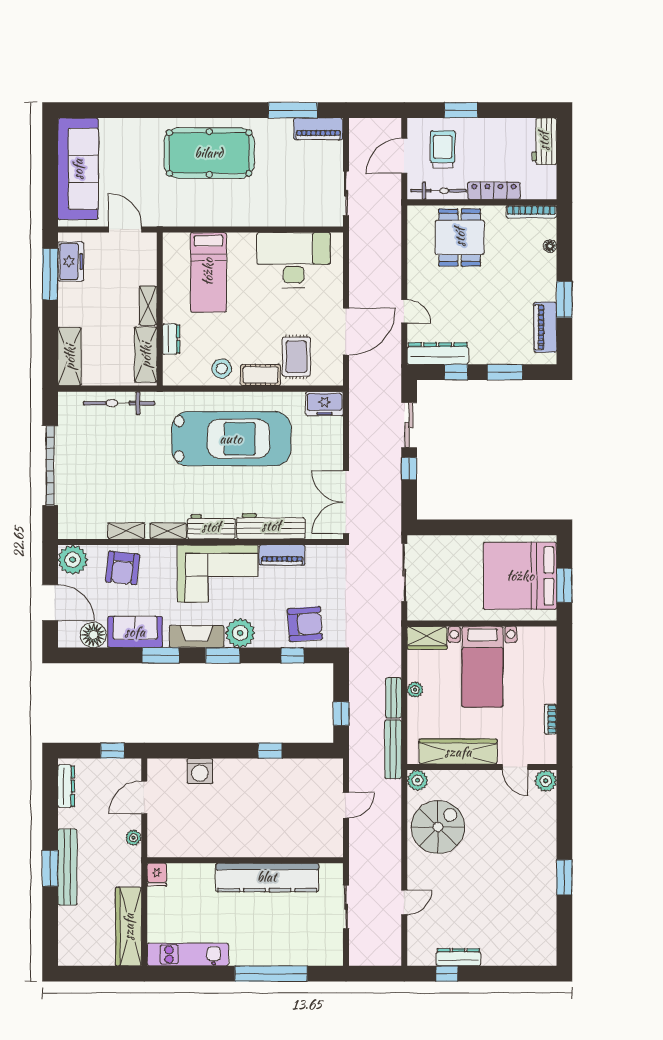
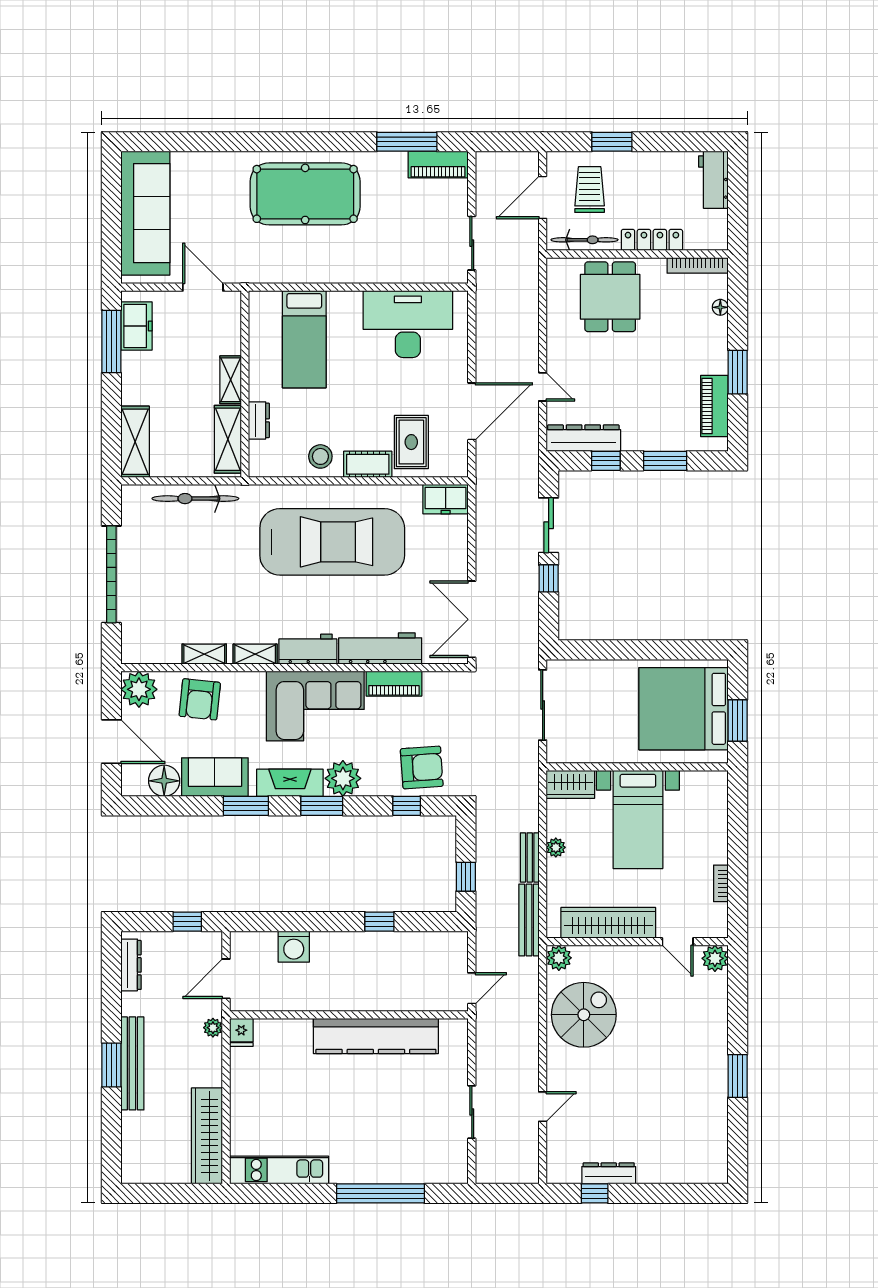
wall: (245, 860) -> (349, 1015), moved
fridge: (157, 875) -> (241, 1032), moved
kitchen counter: (267, 877) -> (376, 1036), moved

